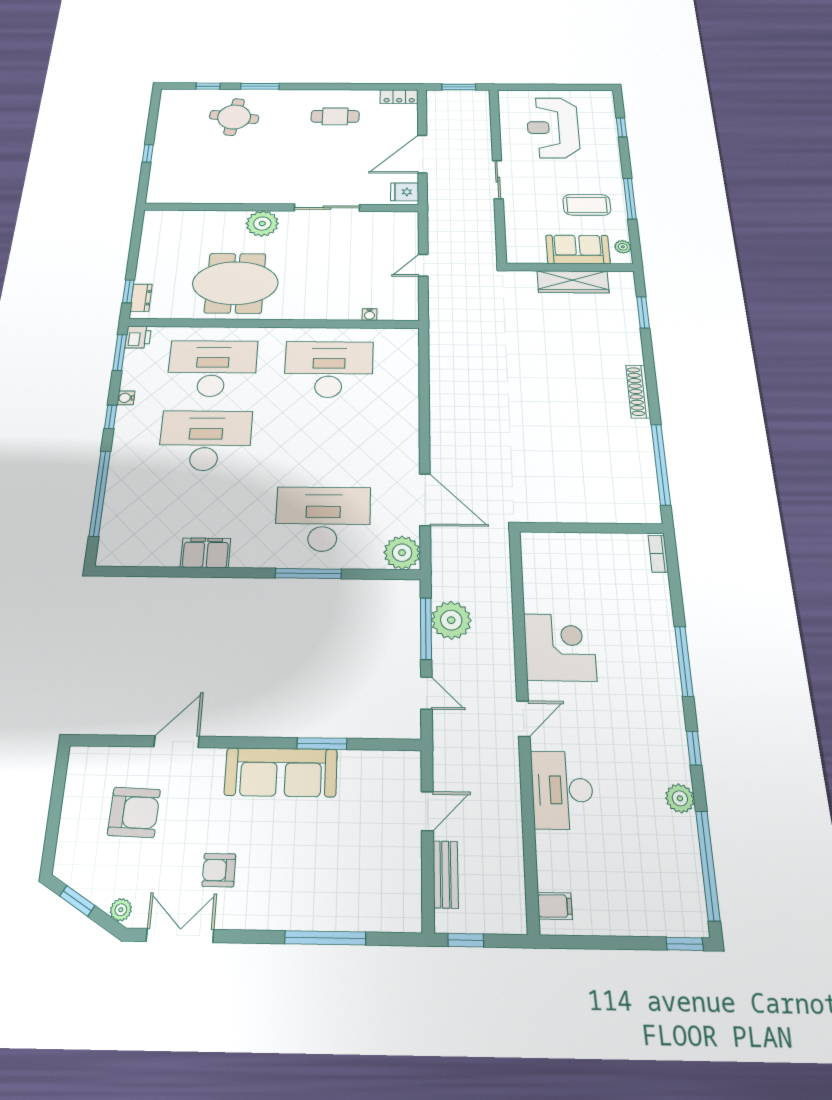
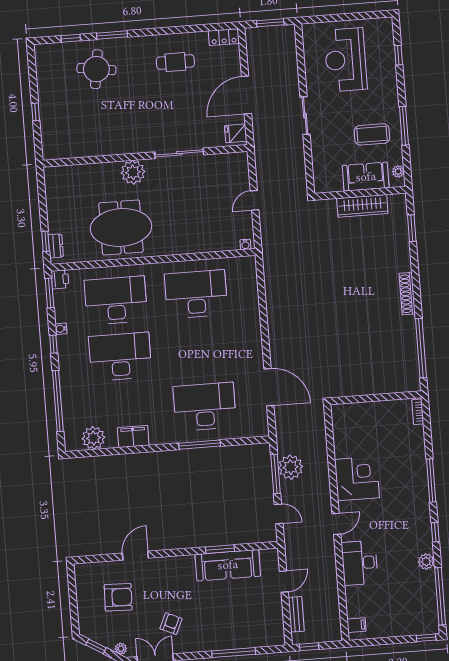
water cooler: (370, 314) -> (245, 244), moved
plant: (402, 553) -> (94, 438), moved
sofa: (281, 772) -> (228, 565), moved
armchair: (219, 870) -> (171, 624), turned 114

